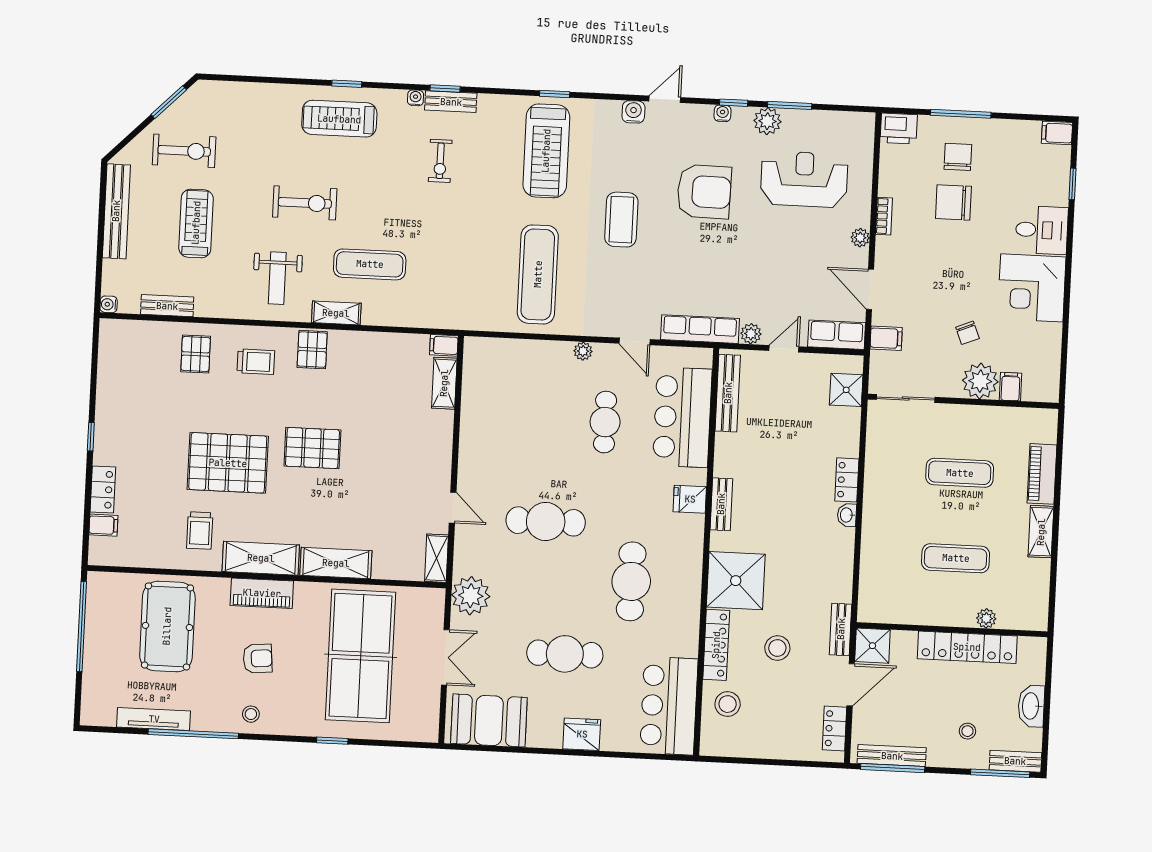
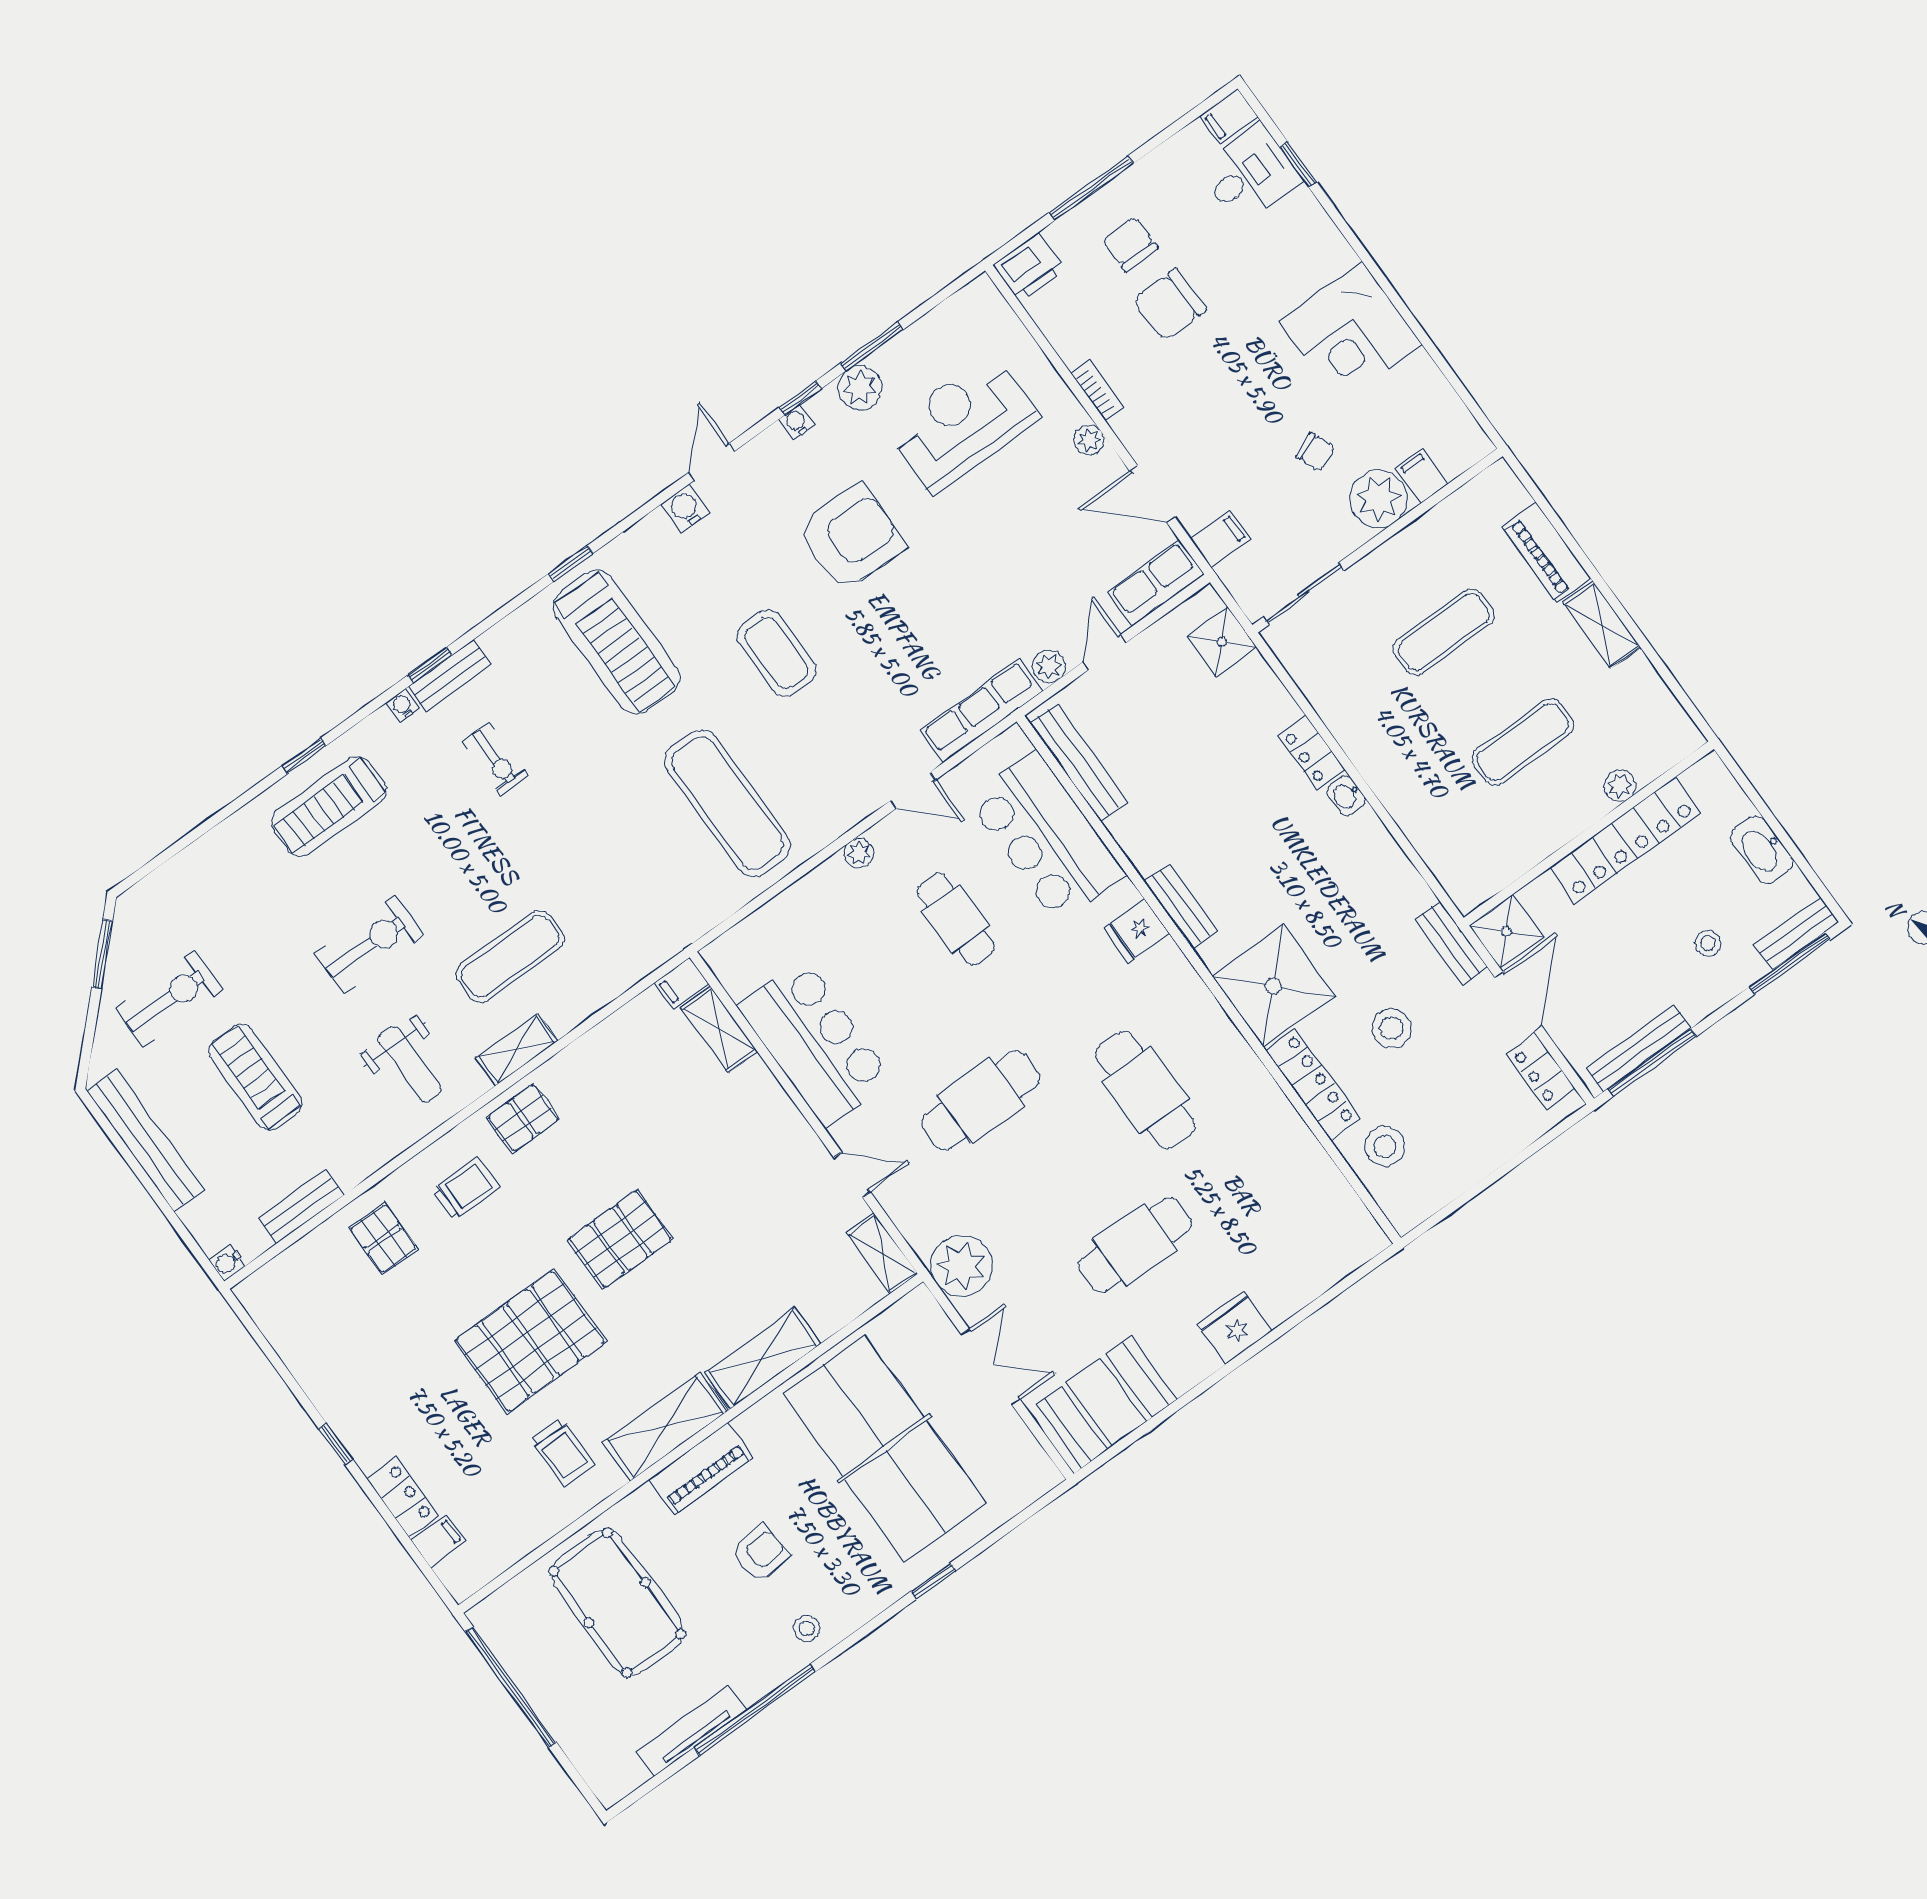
desk: (1042, 230) -> (1250, 174), moved
pallet: (312, 350) -> (523, 1118), turned 90
bar counter: (669, 706) -> (815, 1043), moved, turned 180

